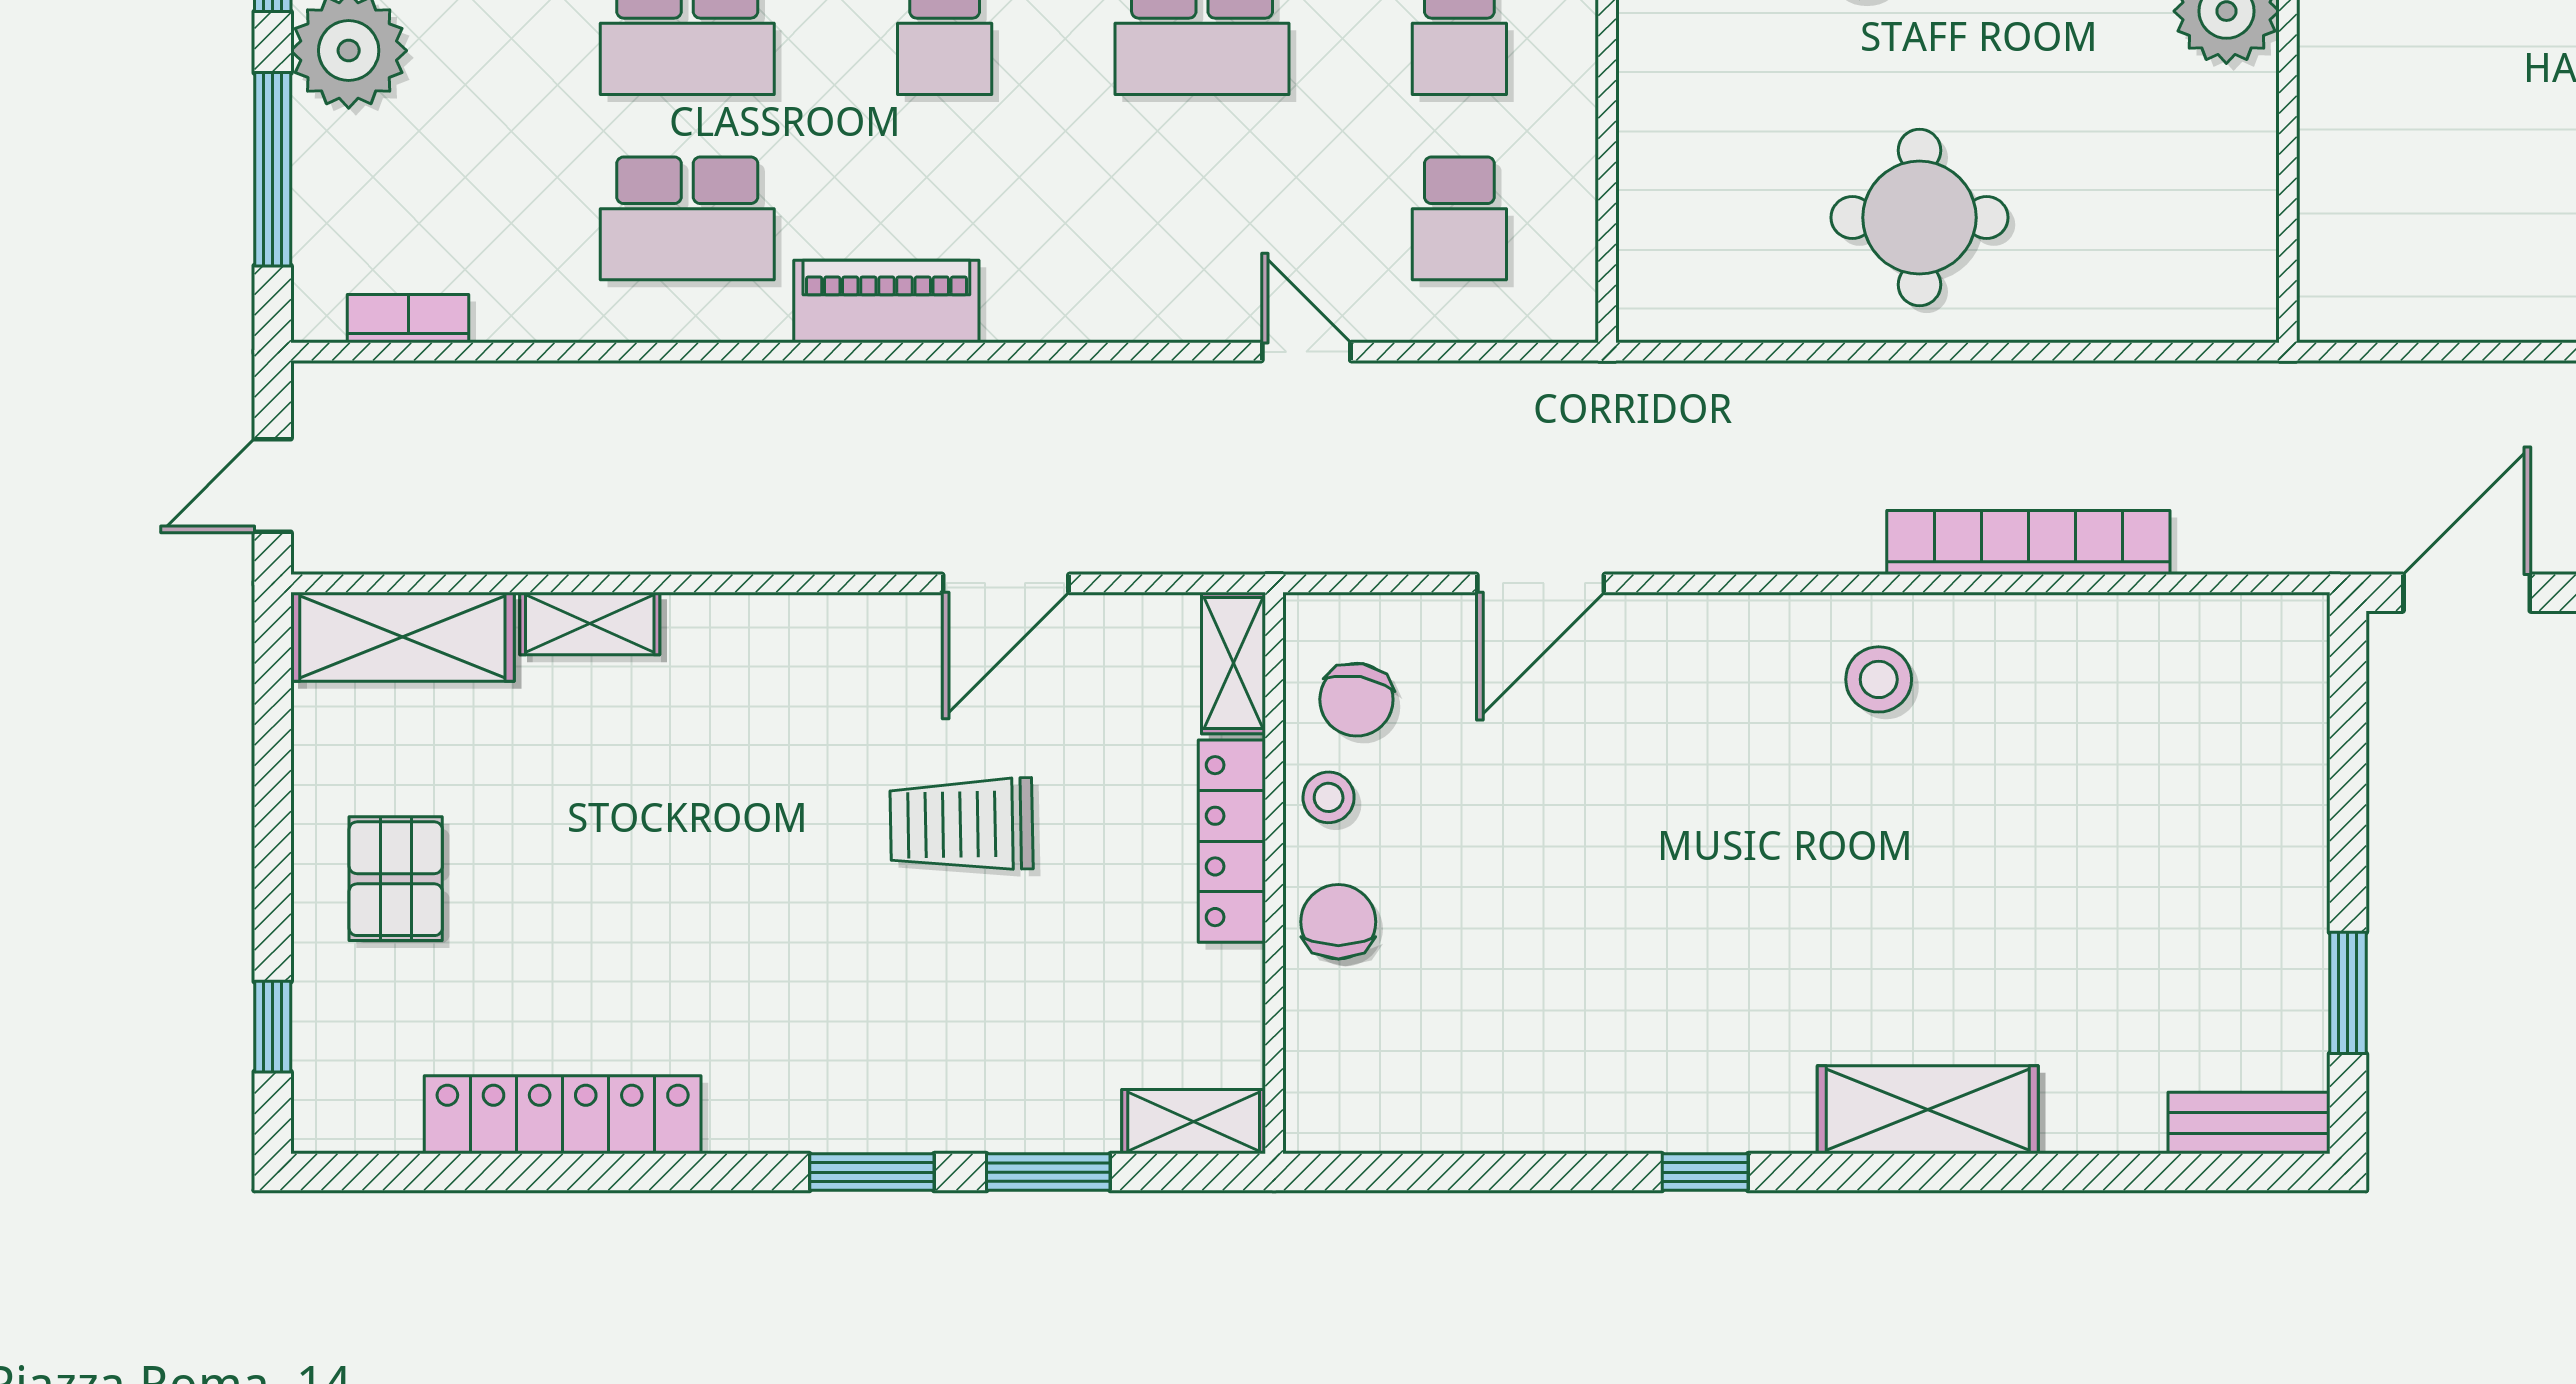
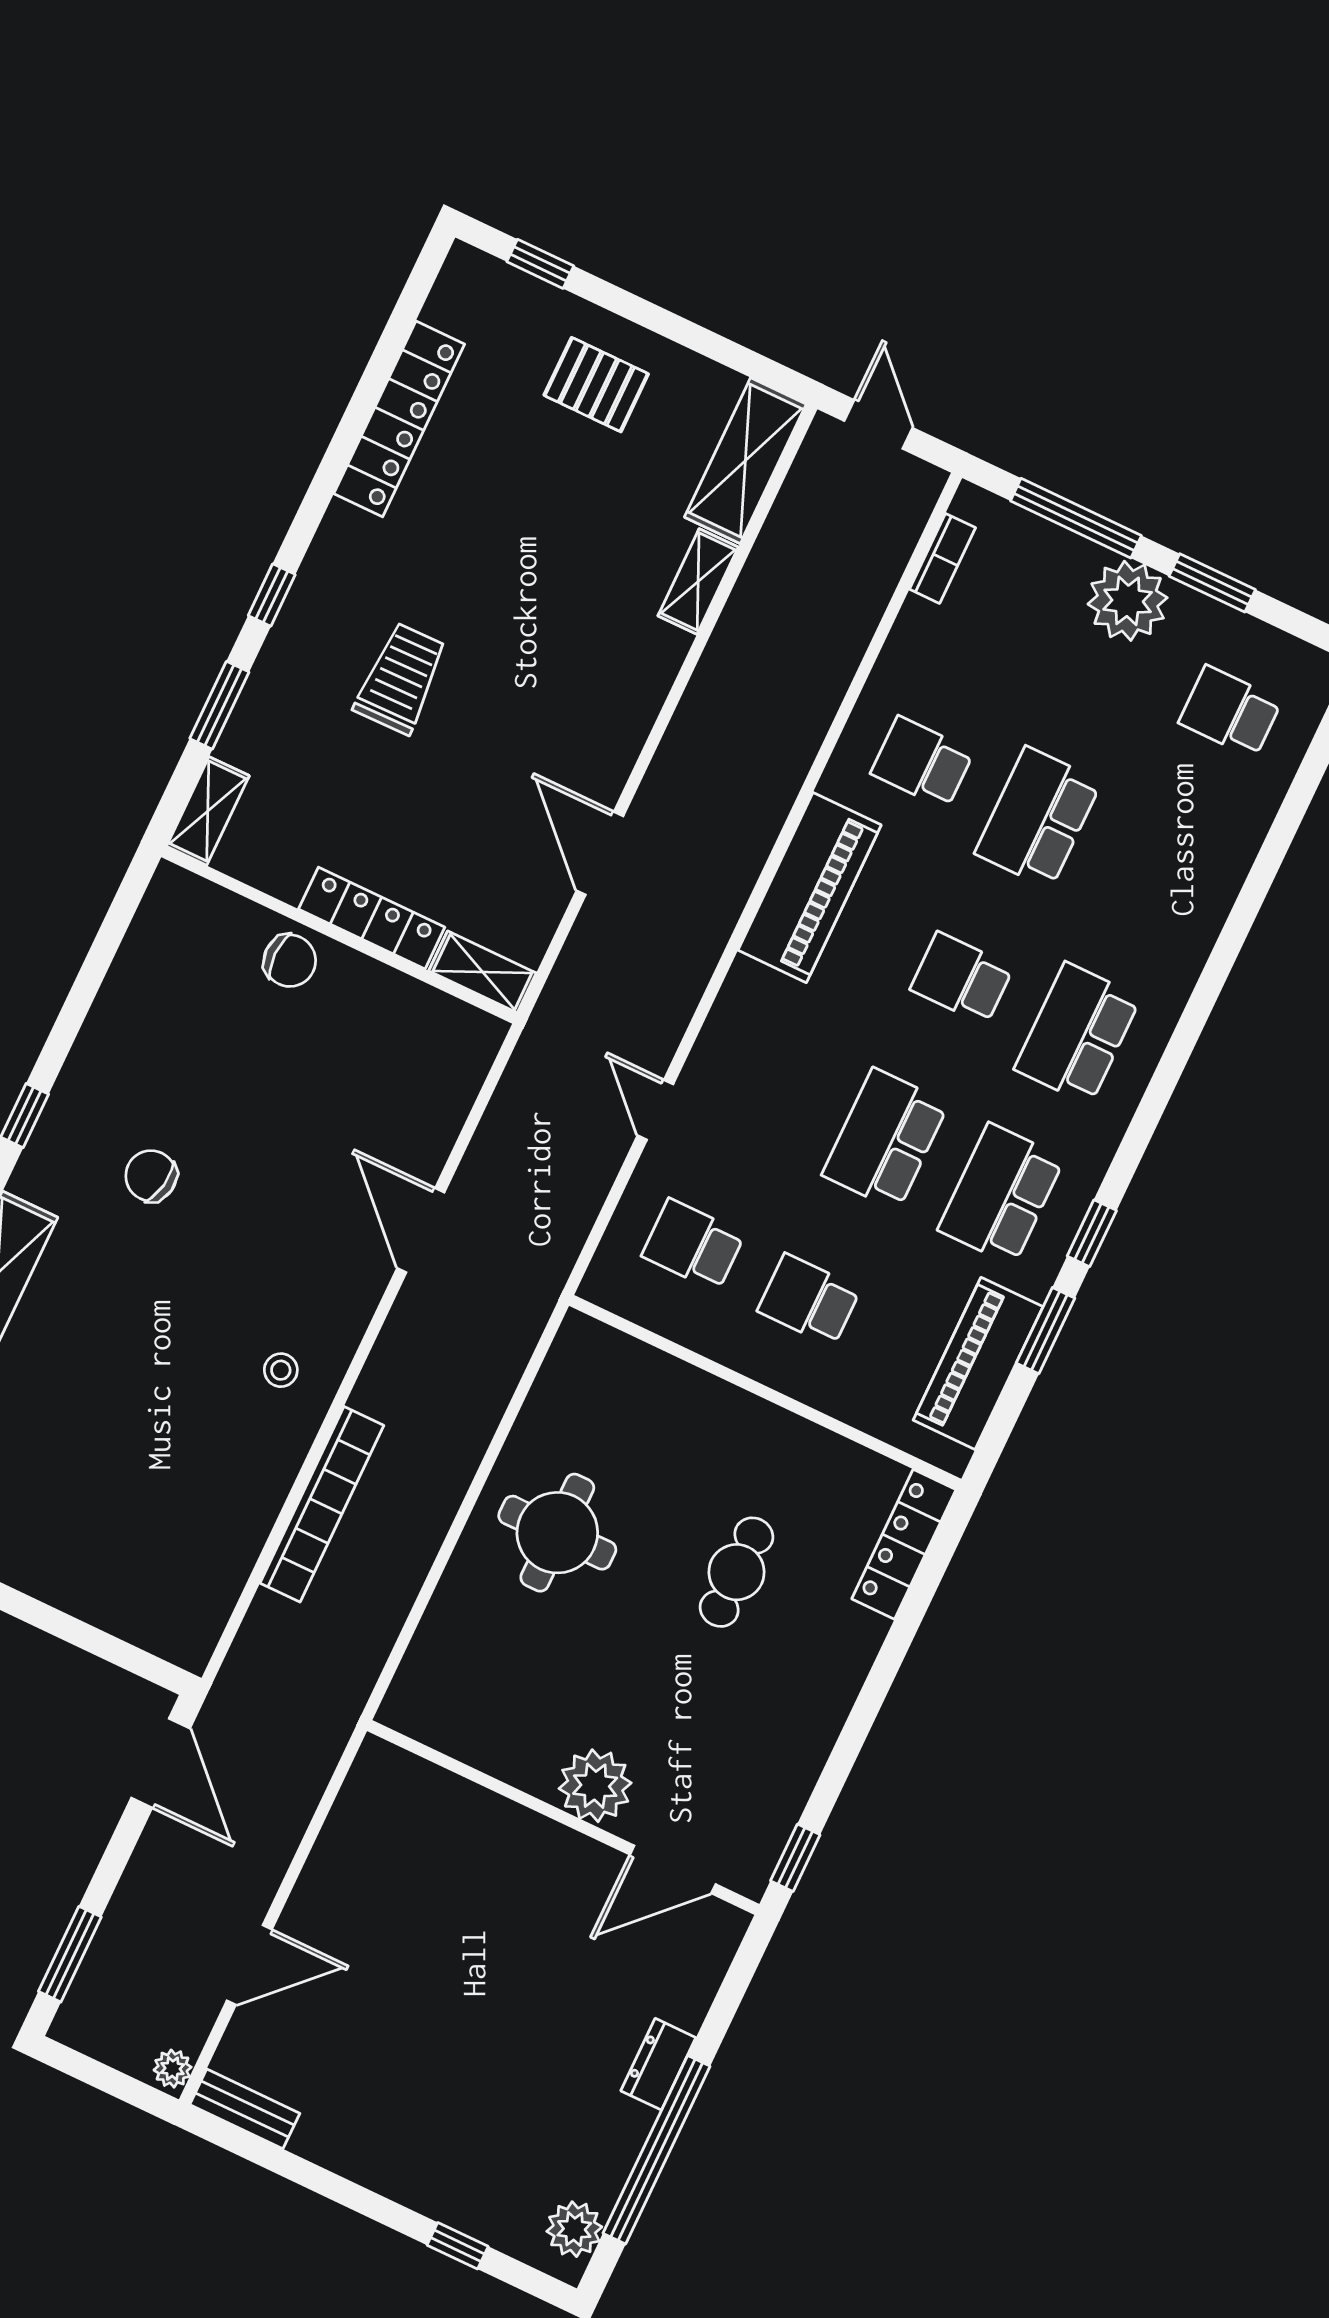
school desk: (687, 218) -> (922, 763), width x0.54
piano: (886, 302) -> (810, 888), width x1.37, depth x1.33
door: (1306, 352) -> (655, 1110), swing flipped
door: (1541, 583) -> (421, 1230), moved
stool: (1879, 679) -> (281, 1370), width x0.73, depth x0.73
chair: (1356, 700) -> (151, 1176), moved
stool: (1329, 797) -> (370, 991), removed
trolley: (961, 824) -> (401, 678), moved
window: (872, 1172) -> (272, 595), width x0.67

